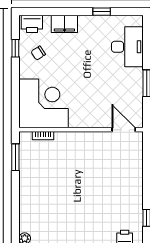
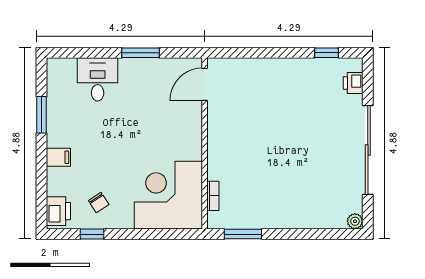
window: (102, 12) -> (41, 115), width x1.50
filing cabinet: (64, 24) -> (58, 157), width x0.50
desk: (127, 47) -> (98, 79), width x0.73

